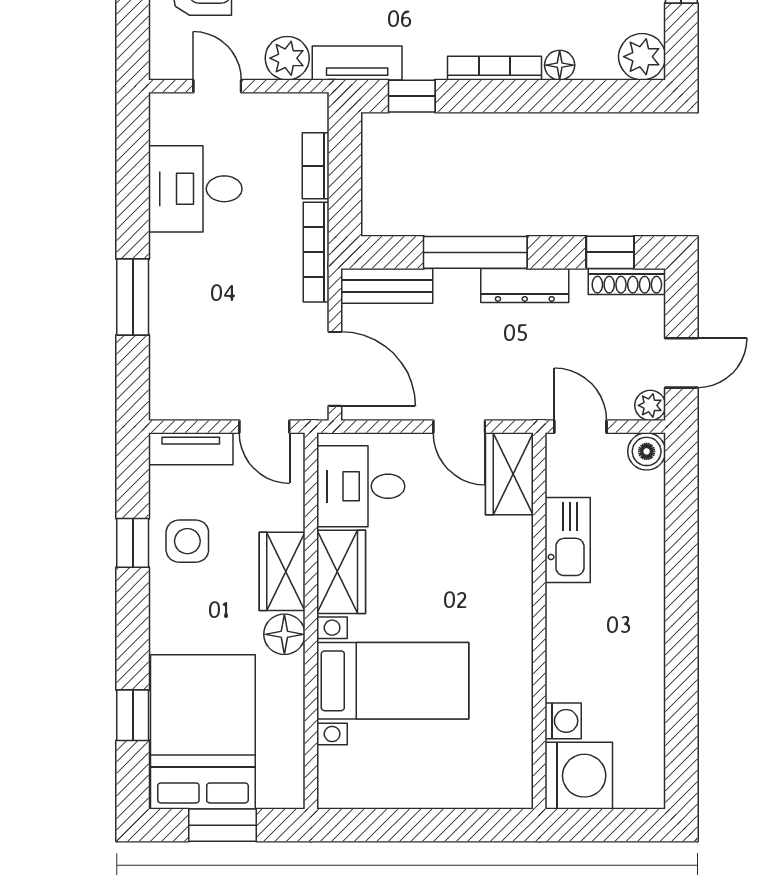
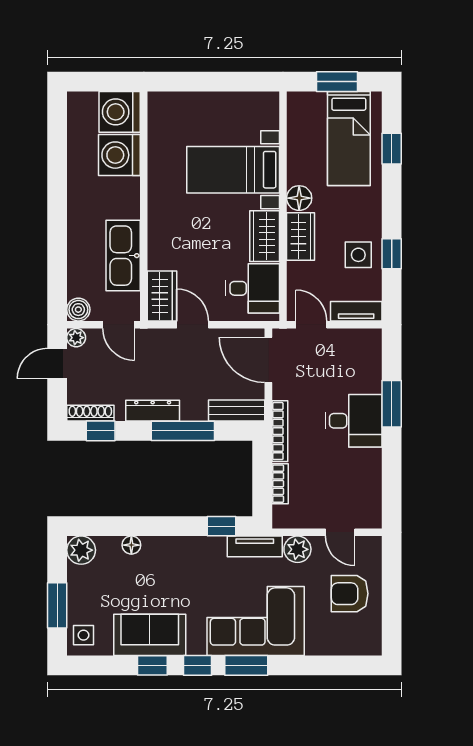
bookcase: (494, 68) -> (171, 543), removed
desk: (195, 189) -> (353, 421), moved
kitchen sink: (568, 540) -> (123, 256), width x1.36, depth x1.24
washing machine: (563, 721) -> (119, 155), width x1.89, depth x1.89
bed: (203, 732) -> (349, 139), width x0.67

